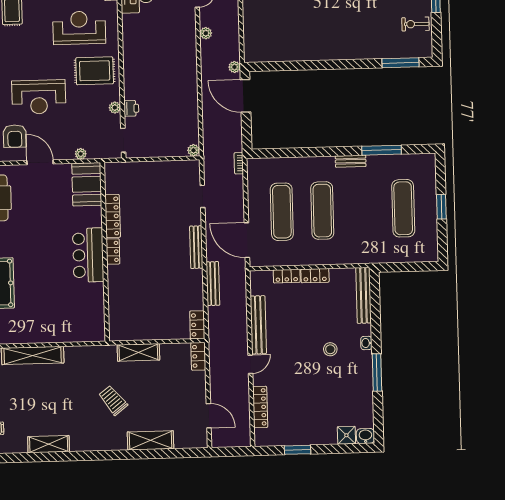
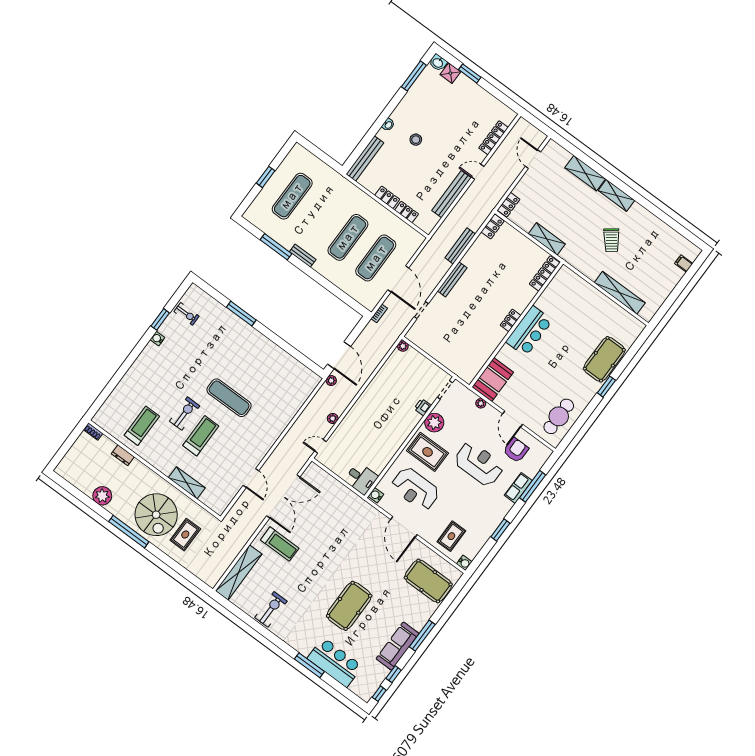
window: (400, 63) -> (241, 314), moved
plant: (115, 108) -> (434, 423), width x1.88, depth x1.88
locker: (113, 216) -> (545, 273), moved
door: (247, 240) -> (398, 279), moved
window: (377, 372) -> (414, 76), moved
trolley: (113, 400) -> (611, 240), moved
shelving: (49, 444) -> (616, 195), moved
window: (297, 450) -> (470, 73), moved

